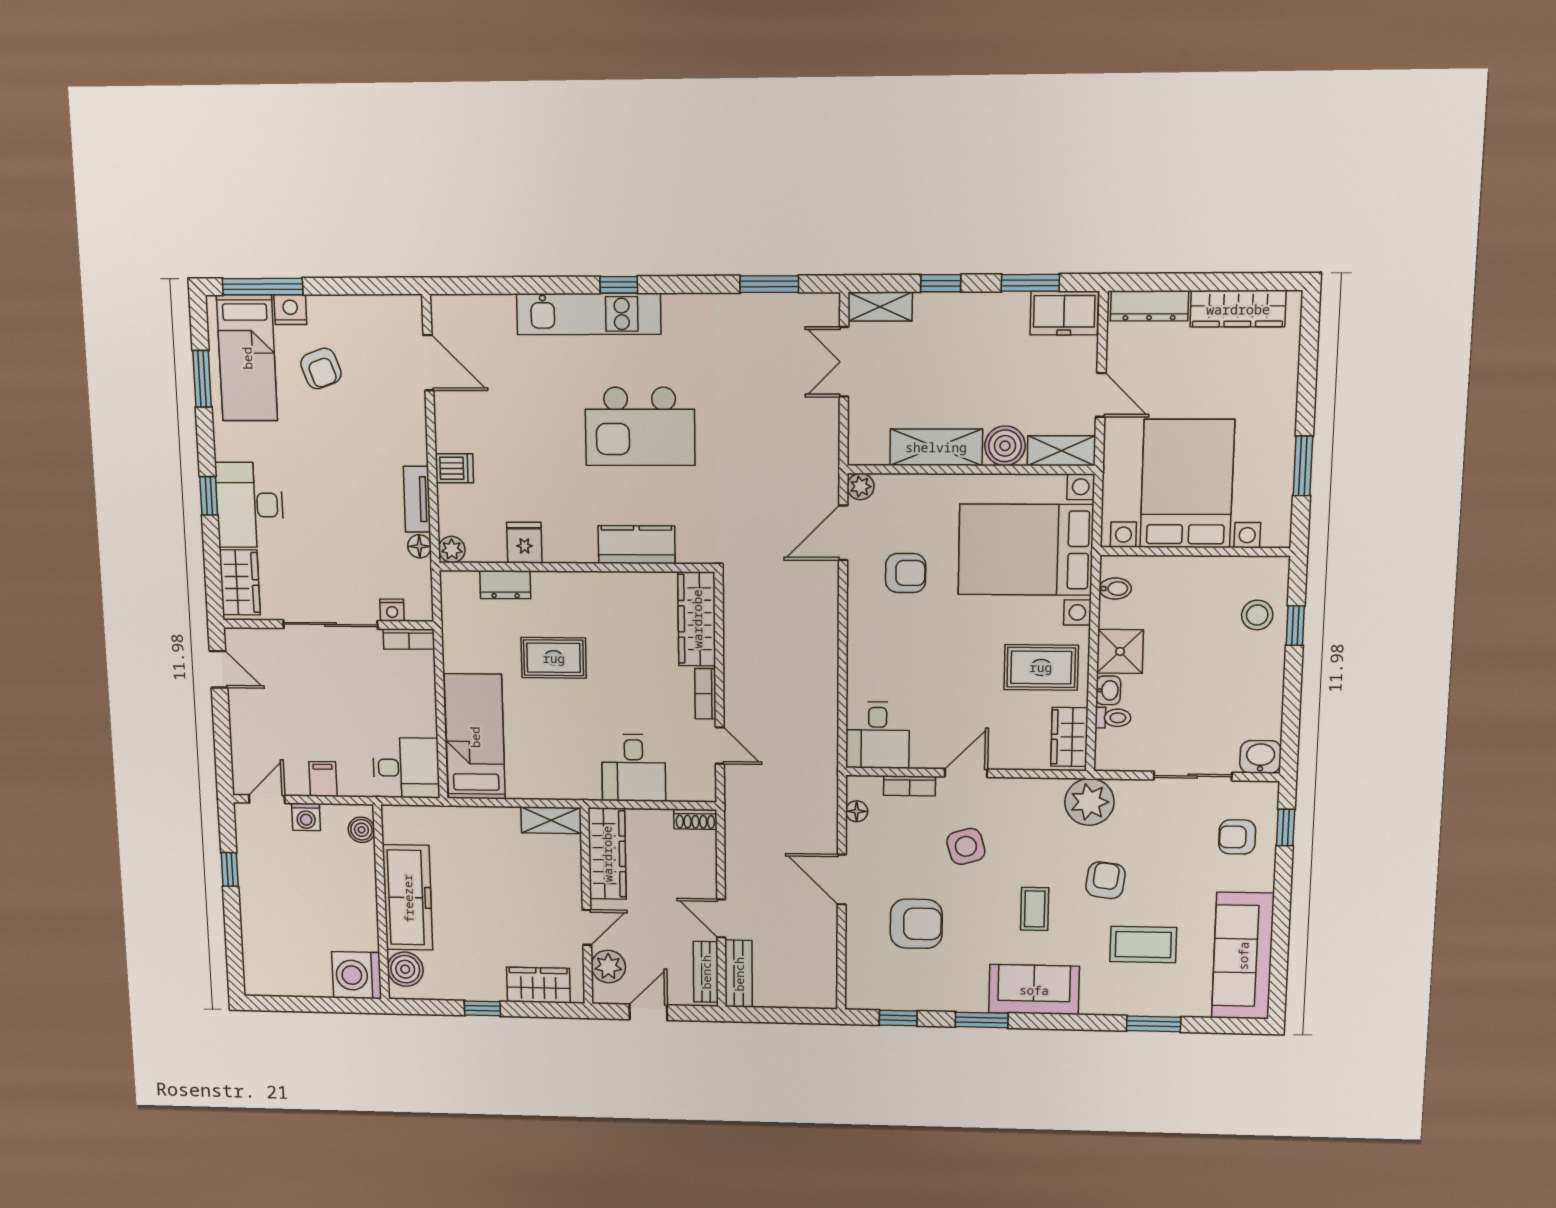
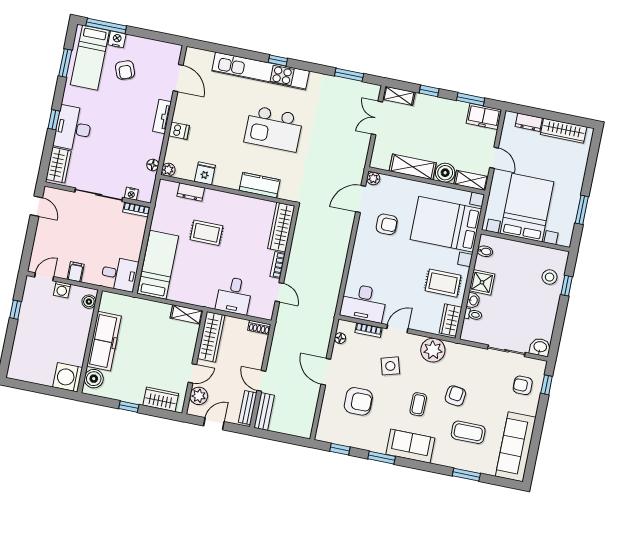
dresser: (1149, 306) -> (529, 122), width x0.70
kitchen unit: (589, 314) -> (261, 71), width x1.36
tv unit: (417, 499) -> (162, 116), moved
desk: (878, 735) -> (363, 303), width x1.37
plant: (1089, 802) -> (433, 350), moved

